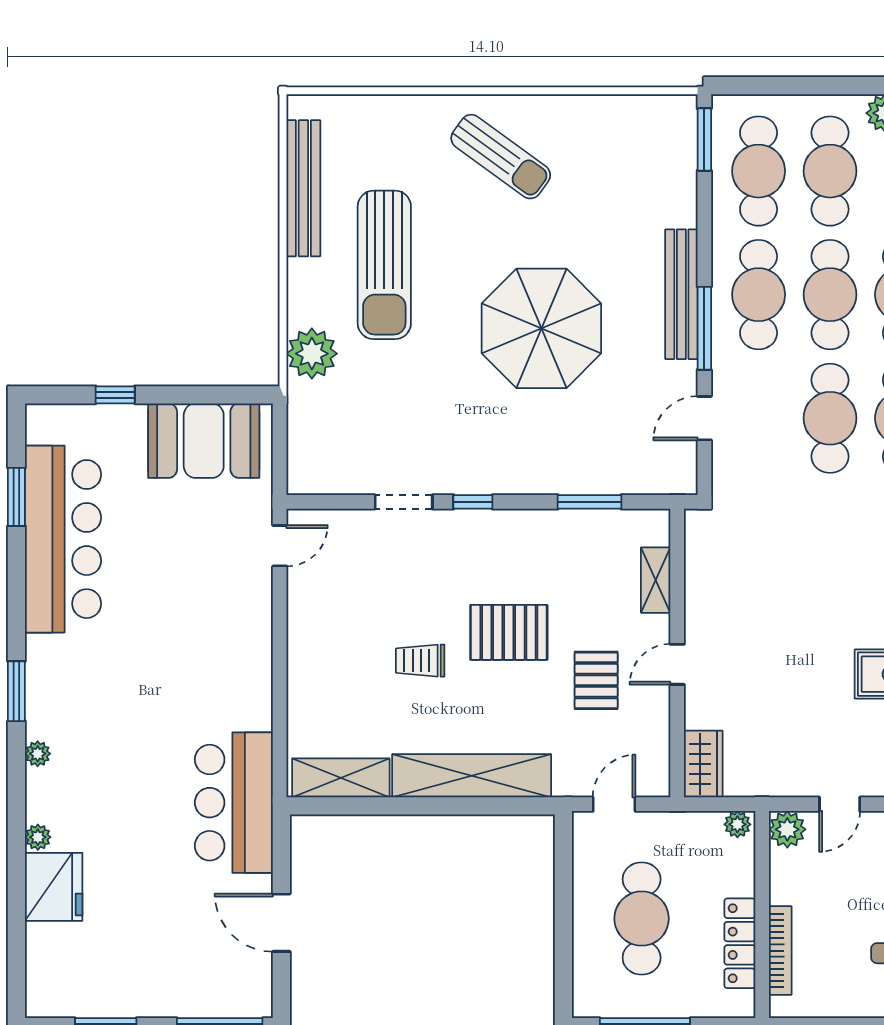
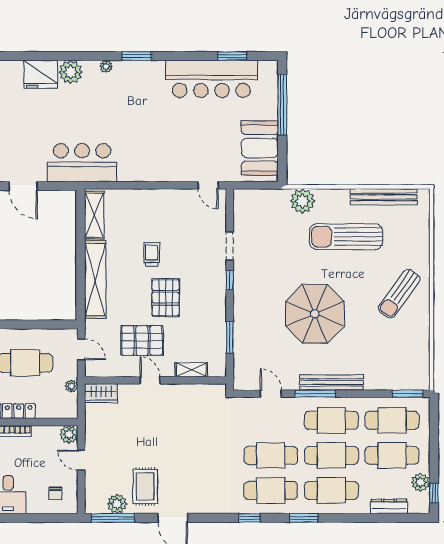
window: (115, 395) -> (282, 105), width x3.17
pallet: (596, 680) -> (142, 341), width x1.50, depth x1.42
plant: (737, 824) -> (71, 386), moved
plant: (38, 837) -> (71, 72), width x1.87, depth x1.87
door: (281, 923) -> (23, 186), swing flipped

